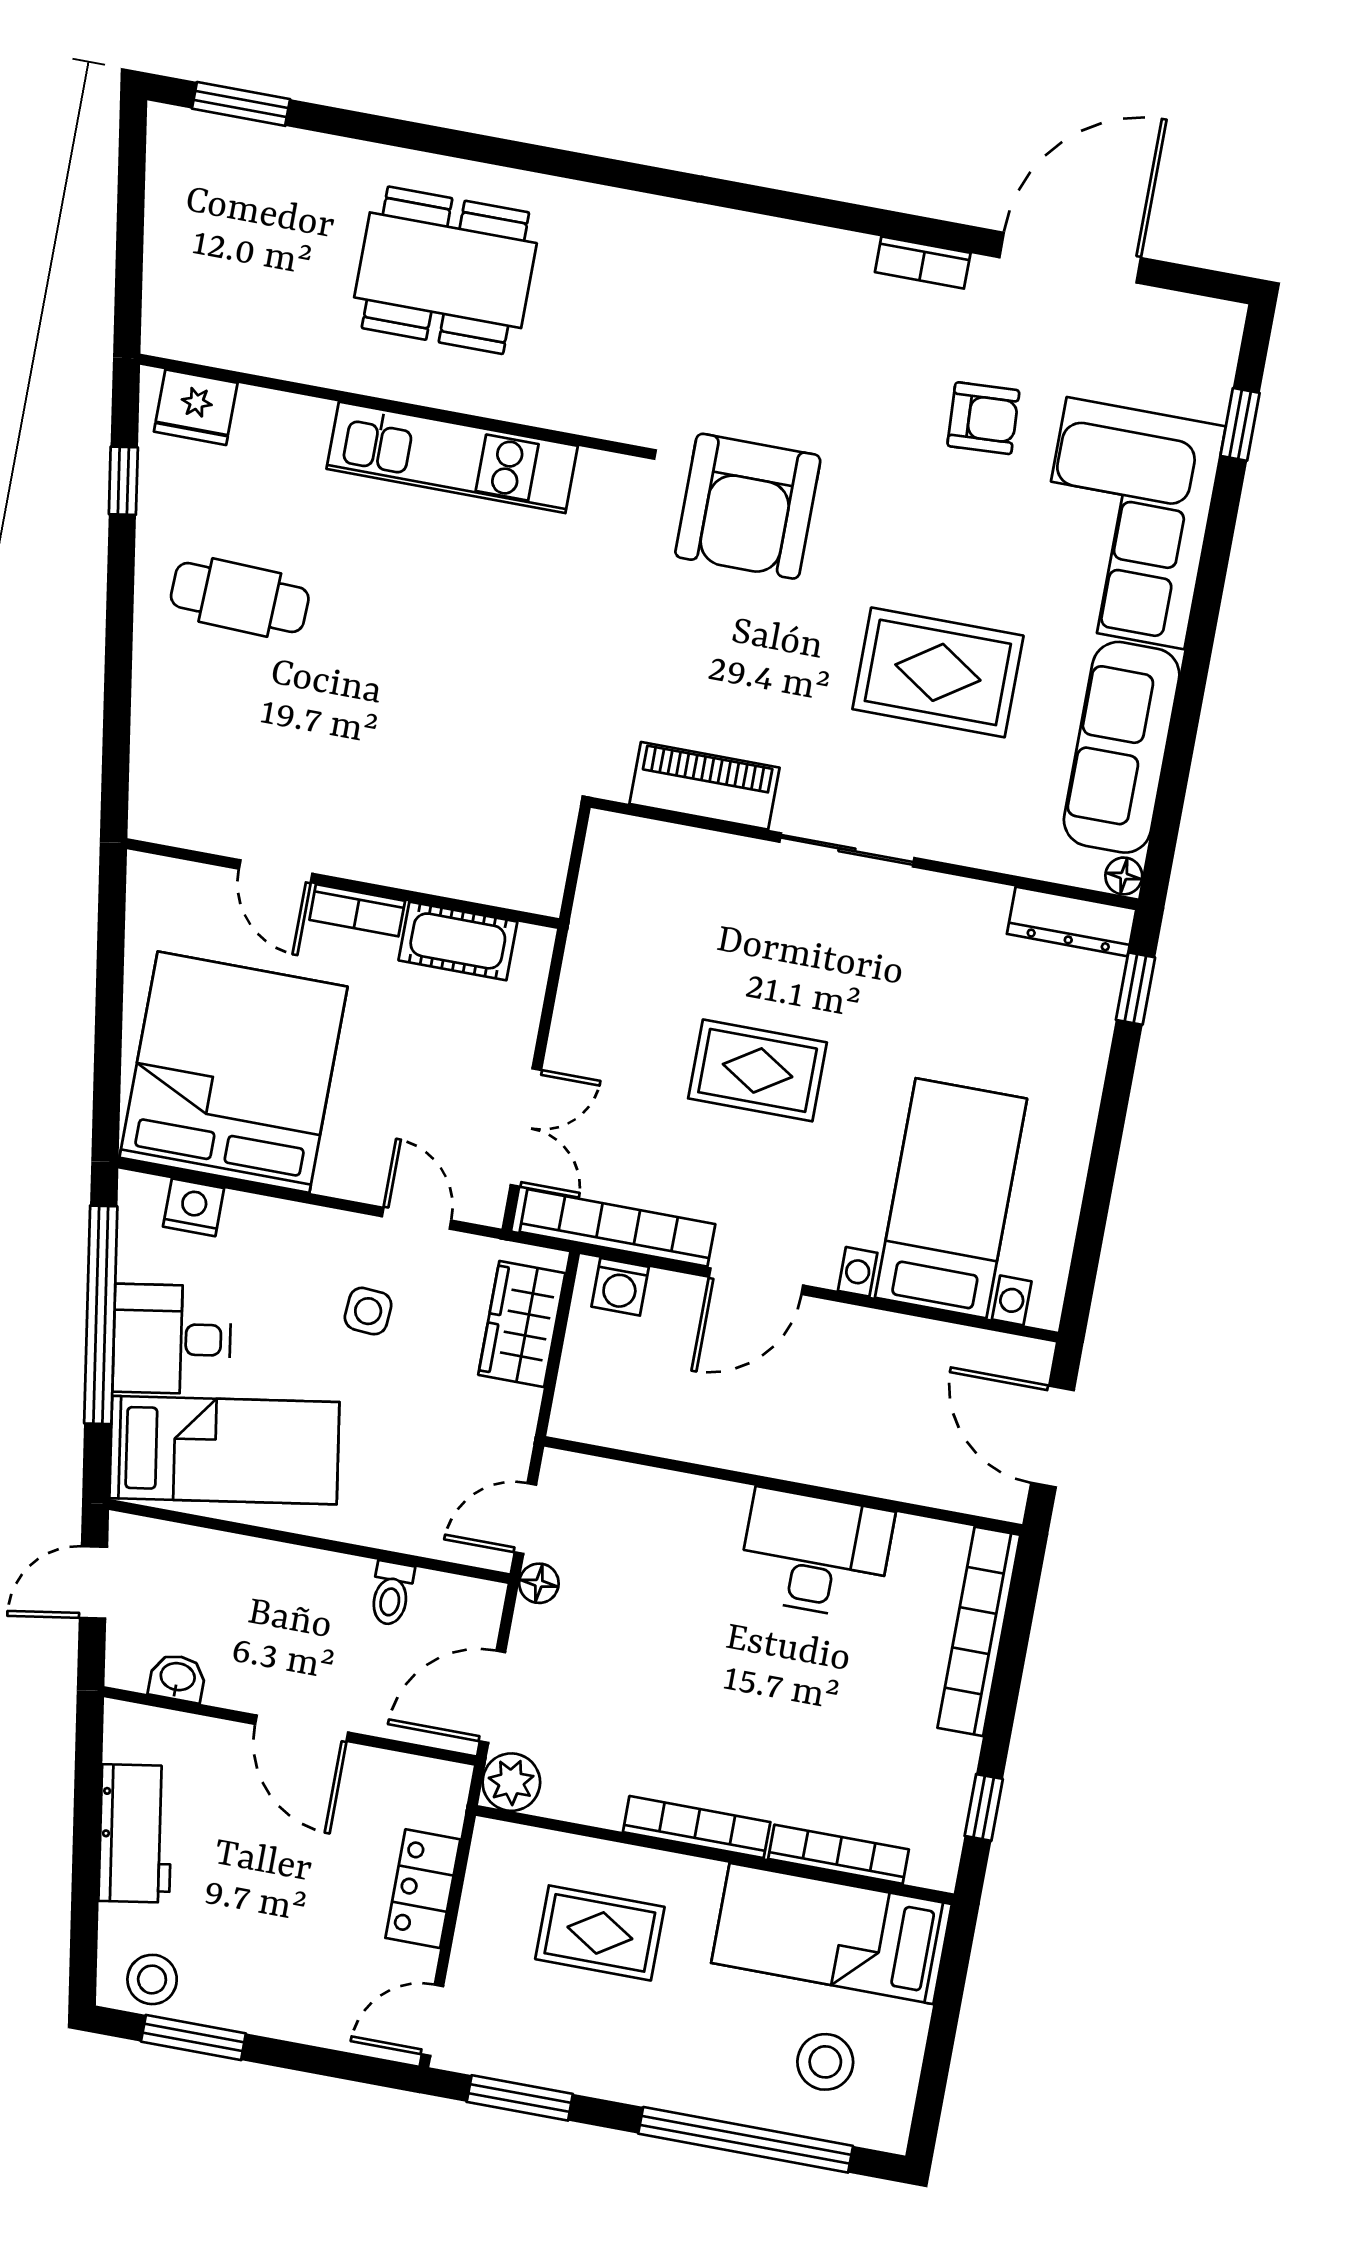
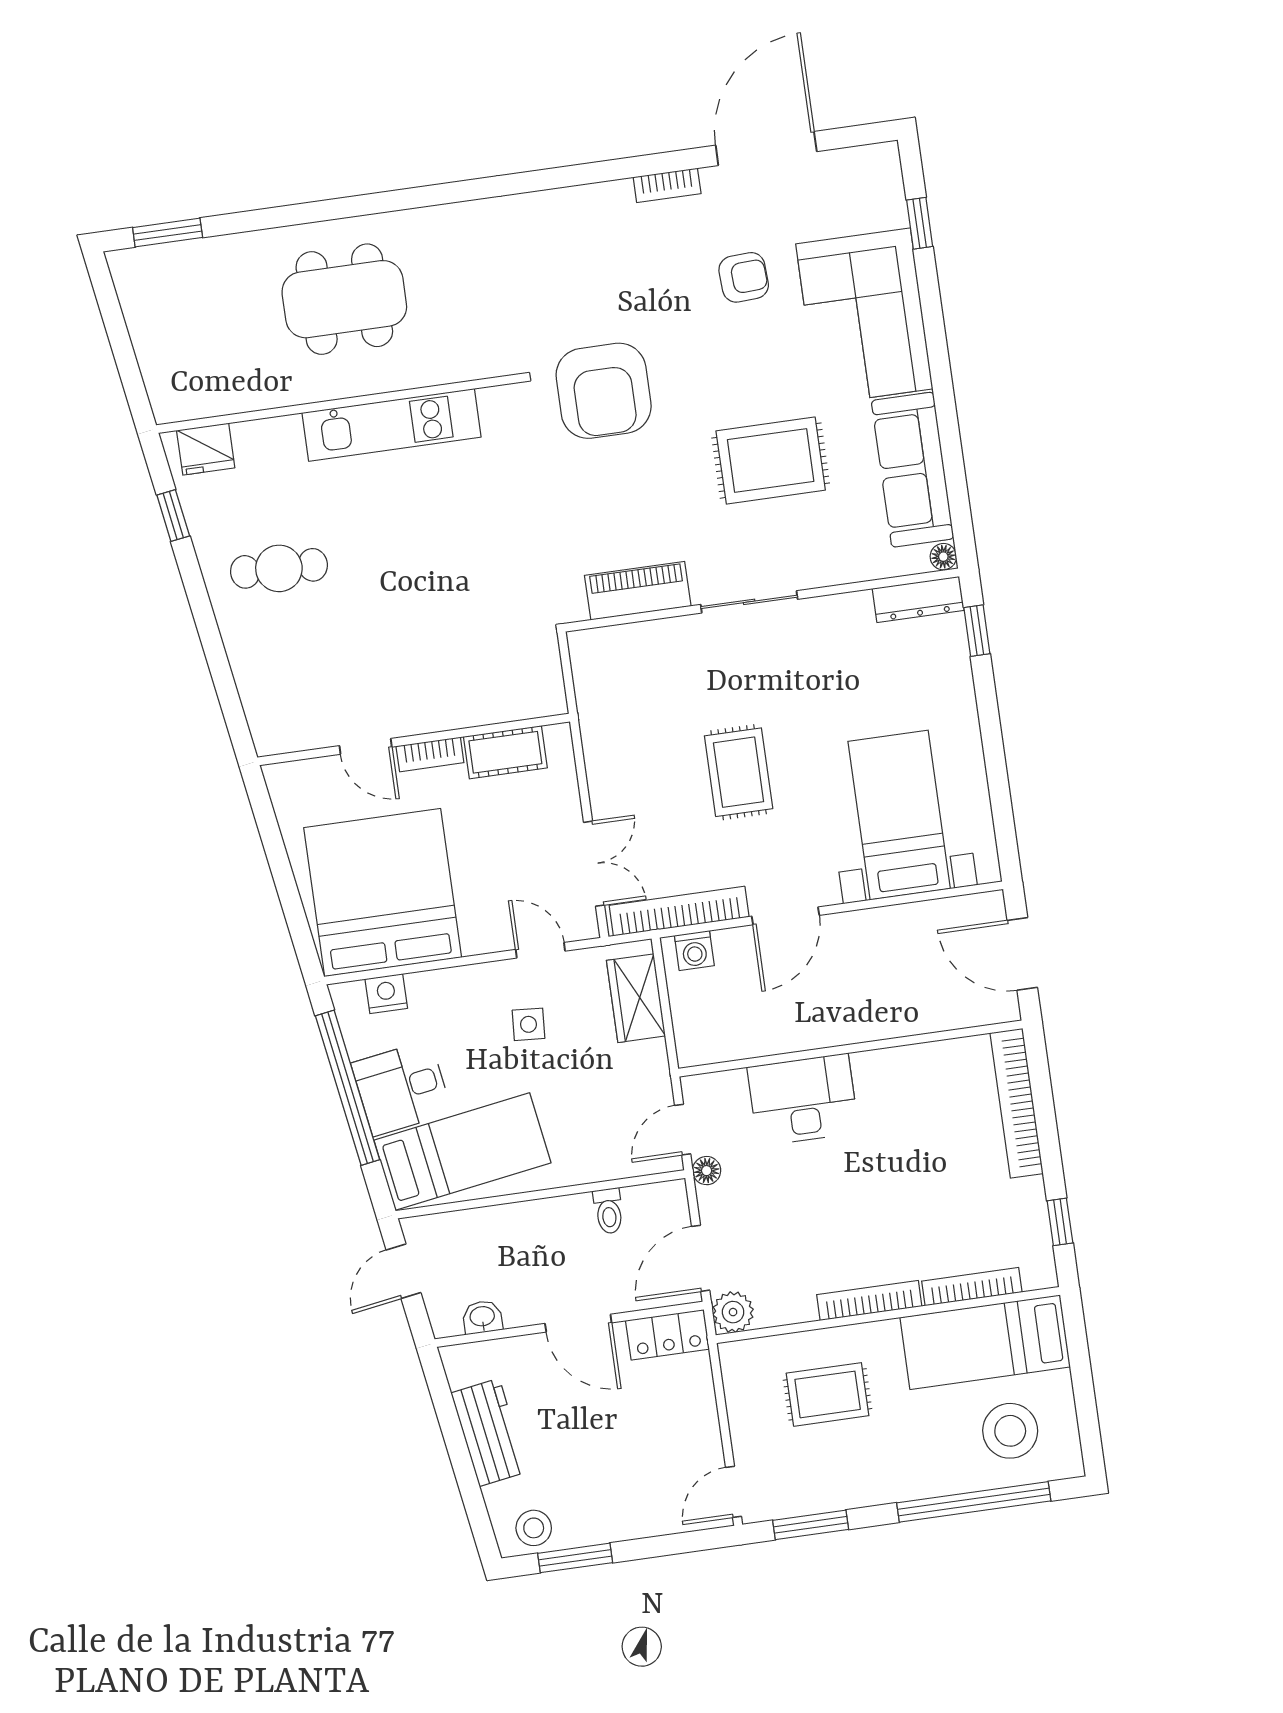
rug: (758, 1070) -> (739, 772), turned 90
desk: (816, 1554) -> (803, 1100), moved
locker: (423, 1889) -> (668, 1335), moved, turned -90
stool: (825, 2062) -> (1010, 1431), width x1.38, depth x1.38

